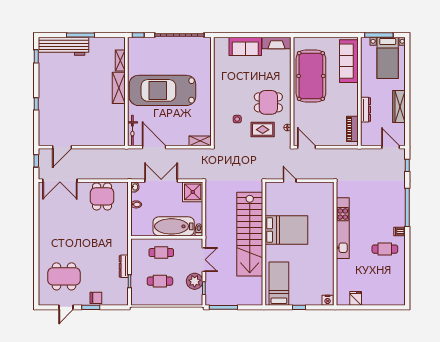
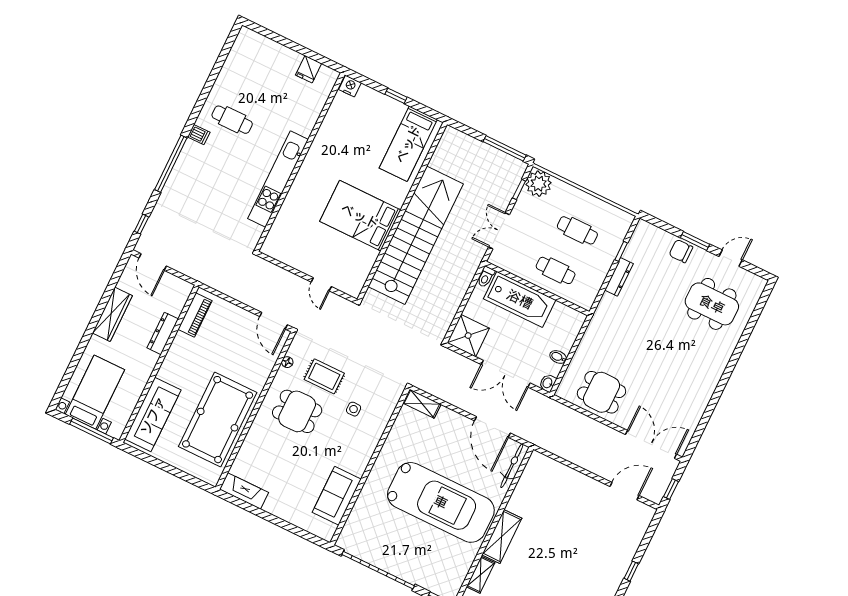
sofa: (245, 46) -> (337, 496), moved, turned -90
dining table: (102, 196) -> (601, 392), turned 90
plant: (195, 281) -> (539, 184), moved

